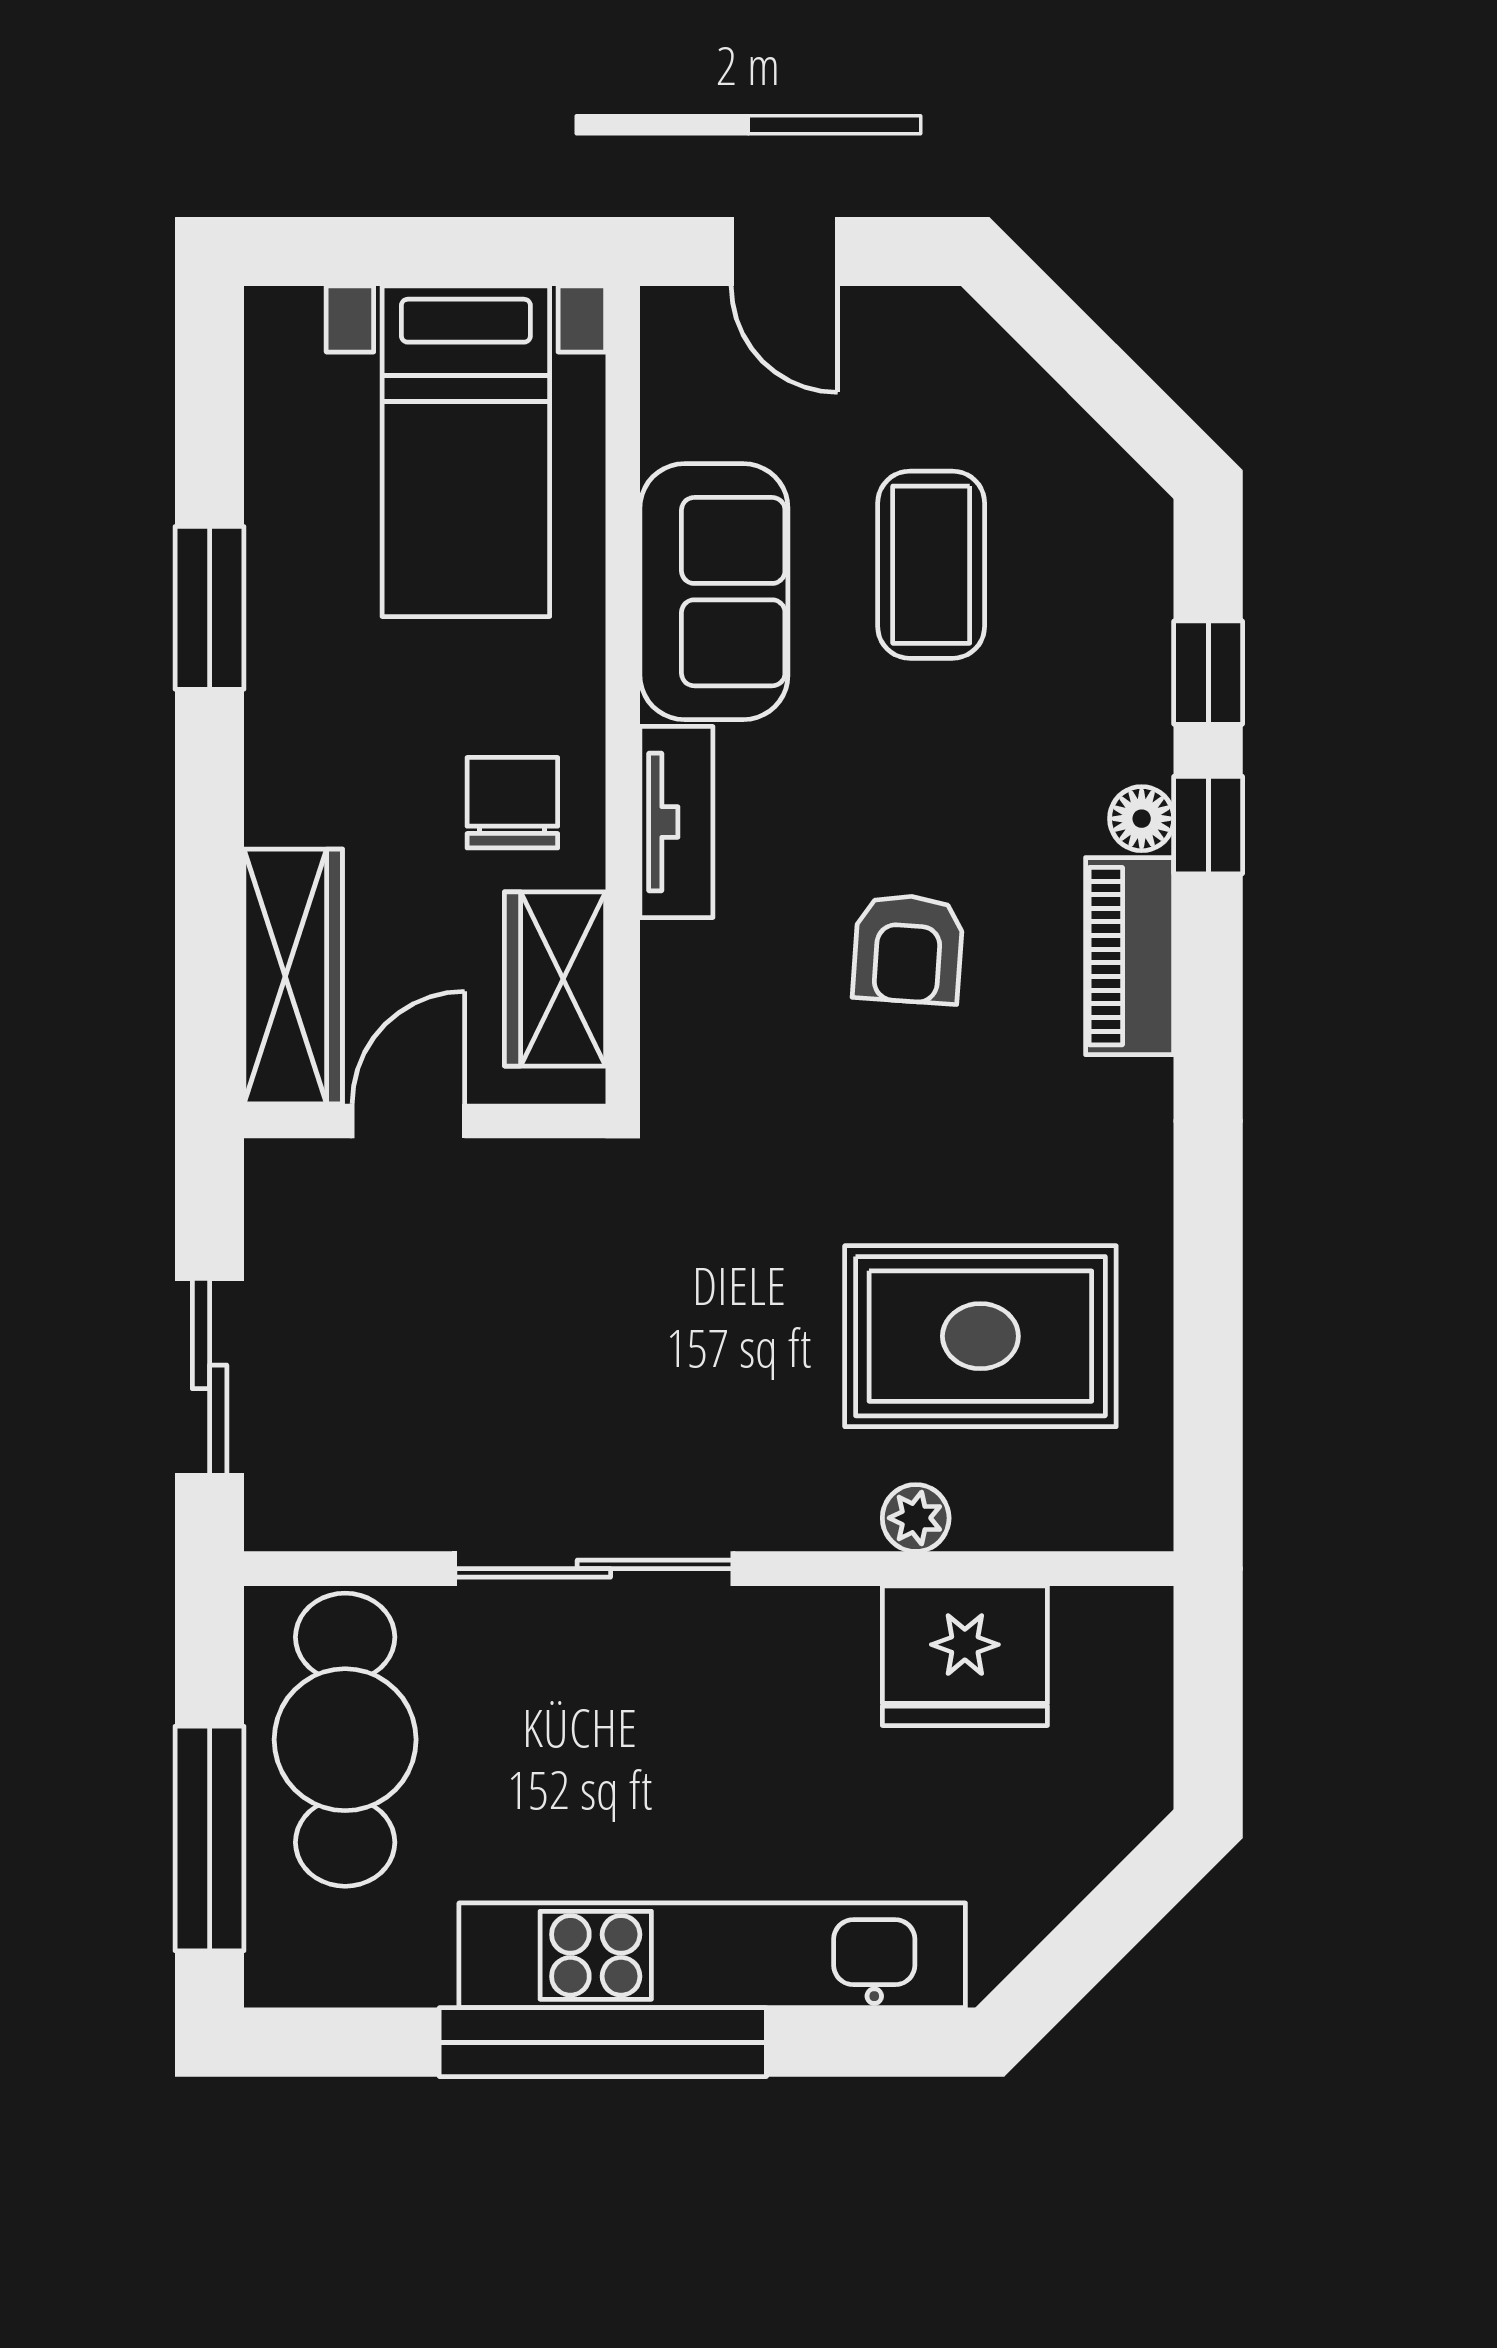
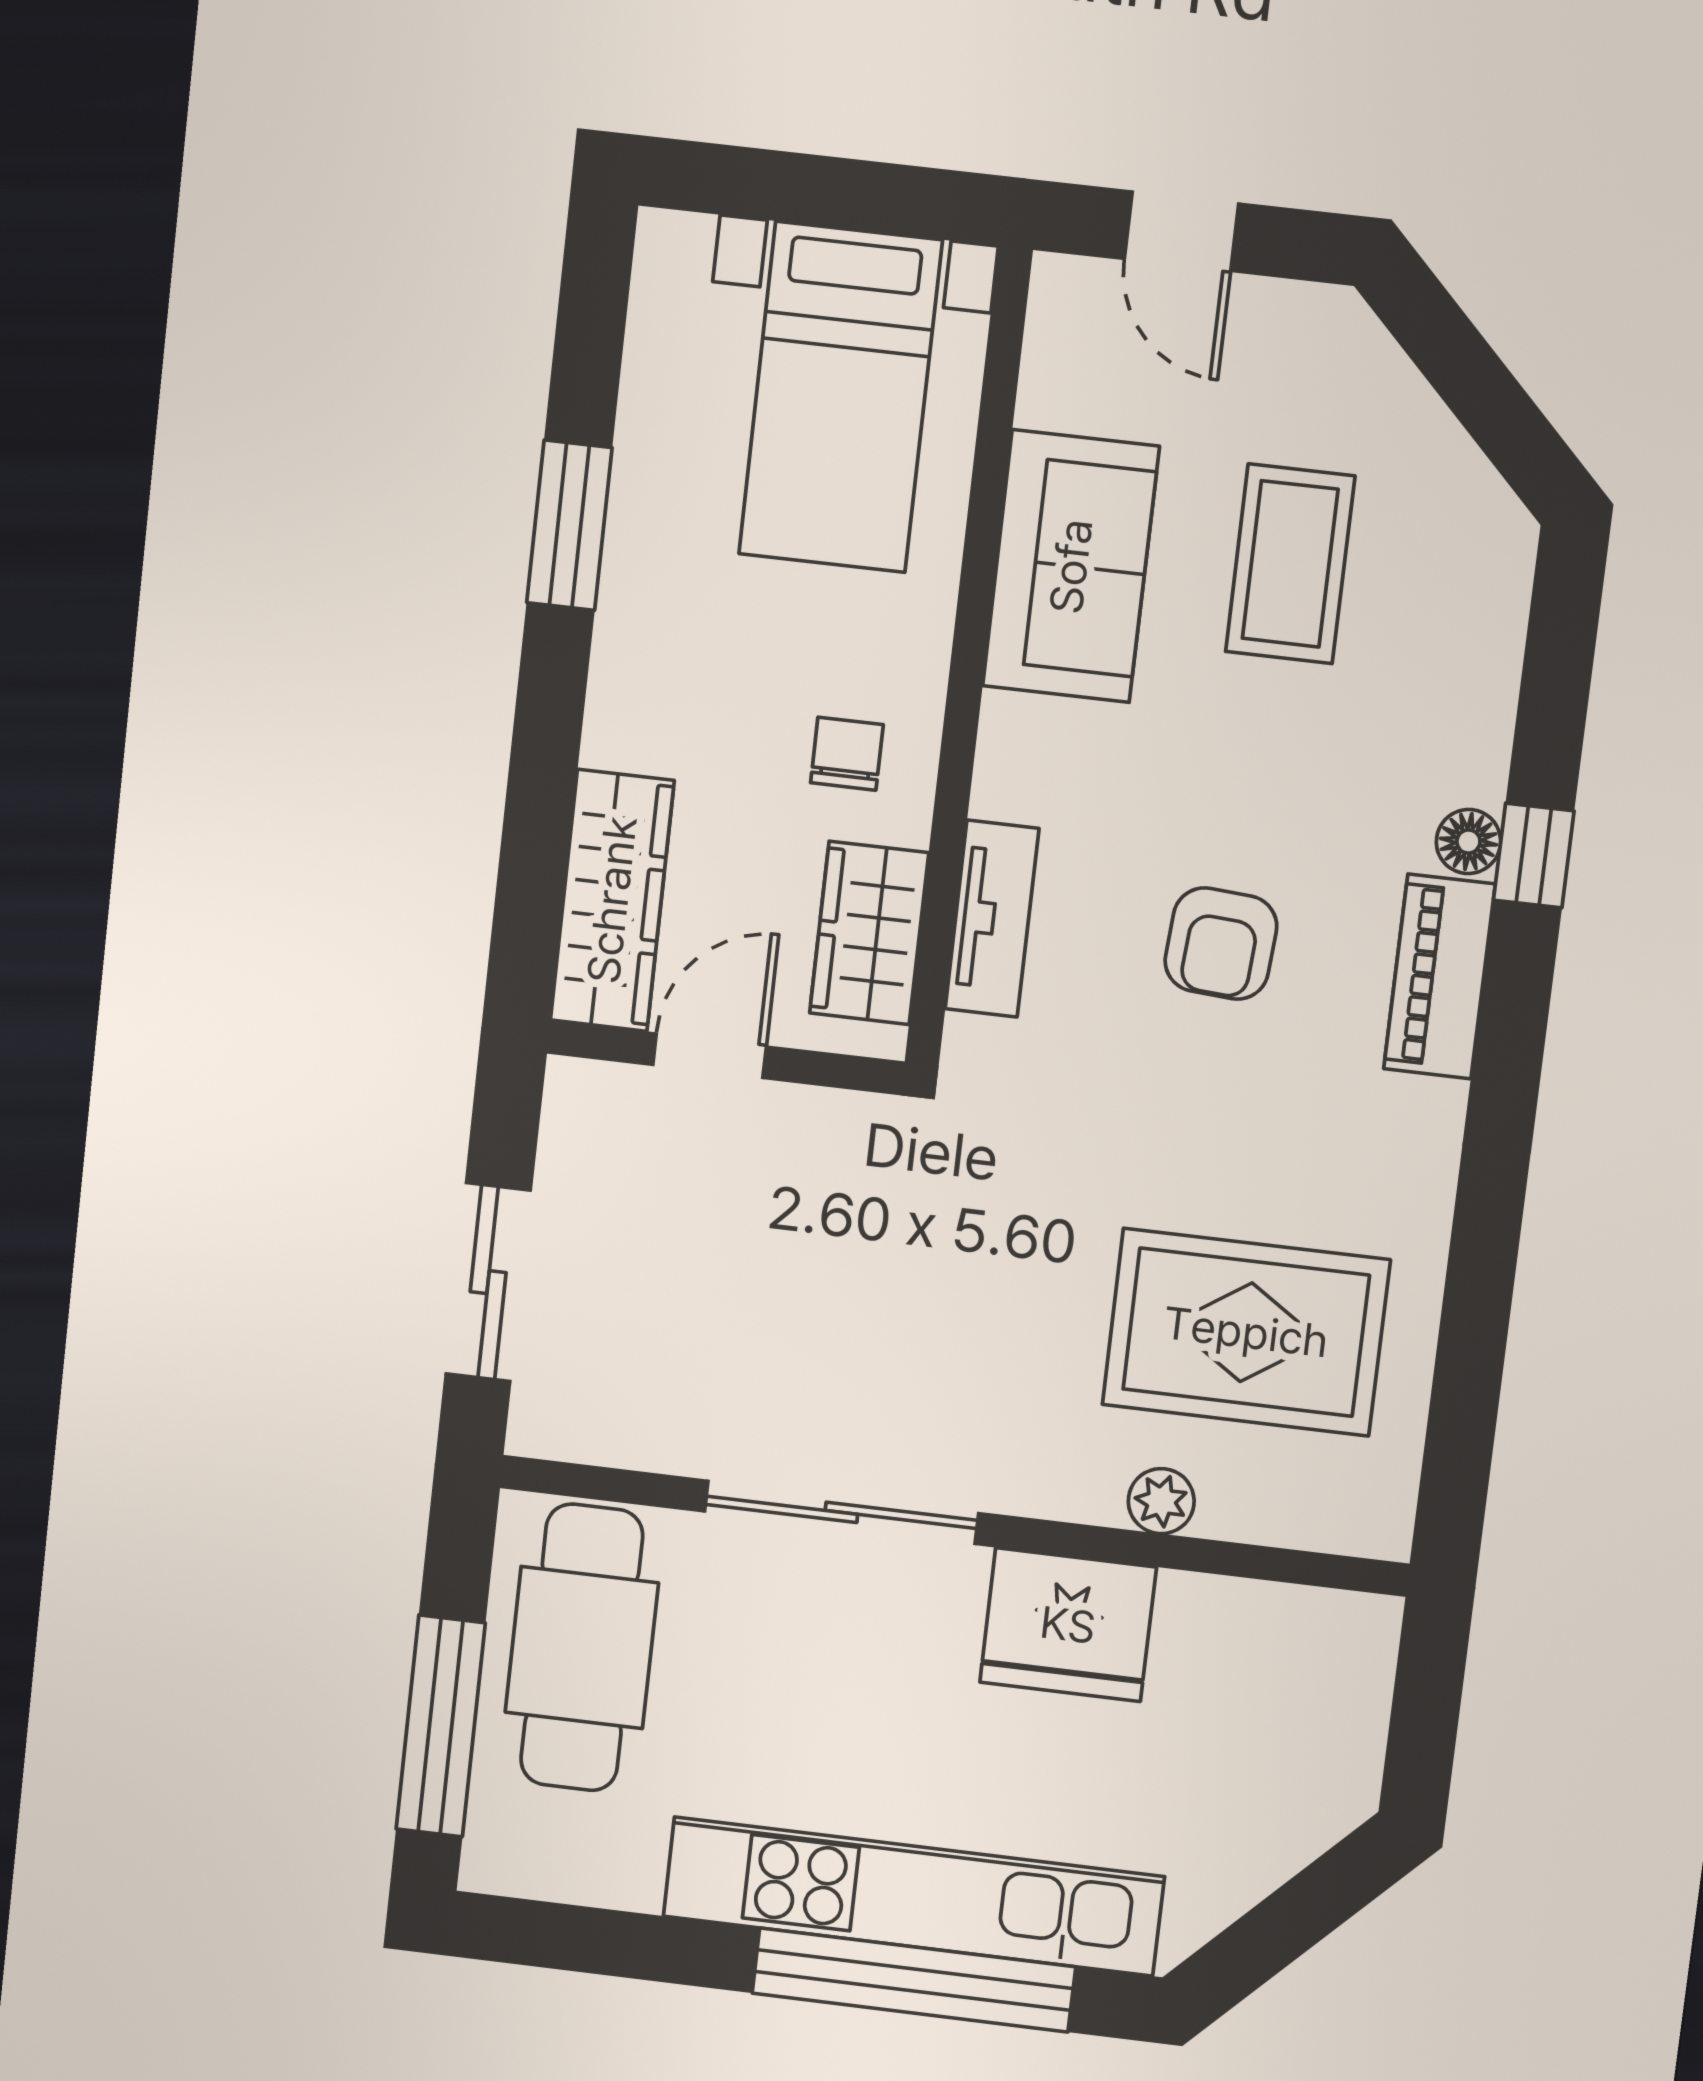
window: (1208, 673) -> (1553, 704), removed
chair: (512, 803) -> (847, 754), width x0.73, depth x0.73
tv unit: (676, 822) -> (992, 919), moved
fridge: (965, 1656) -> (1068, 1625), moved
window: (603, 2042) -> (914, 1980), moved

